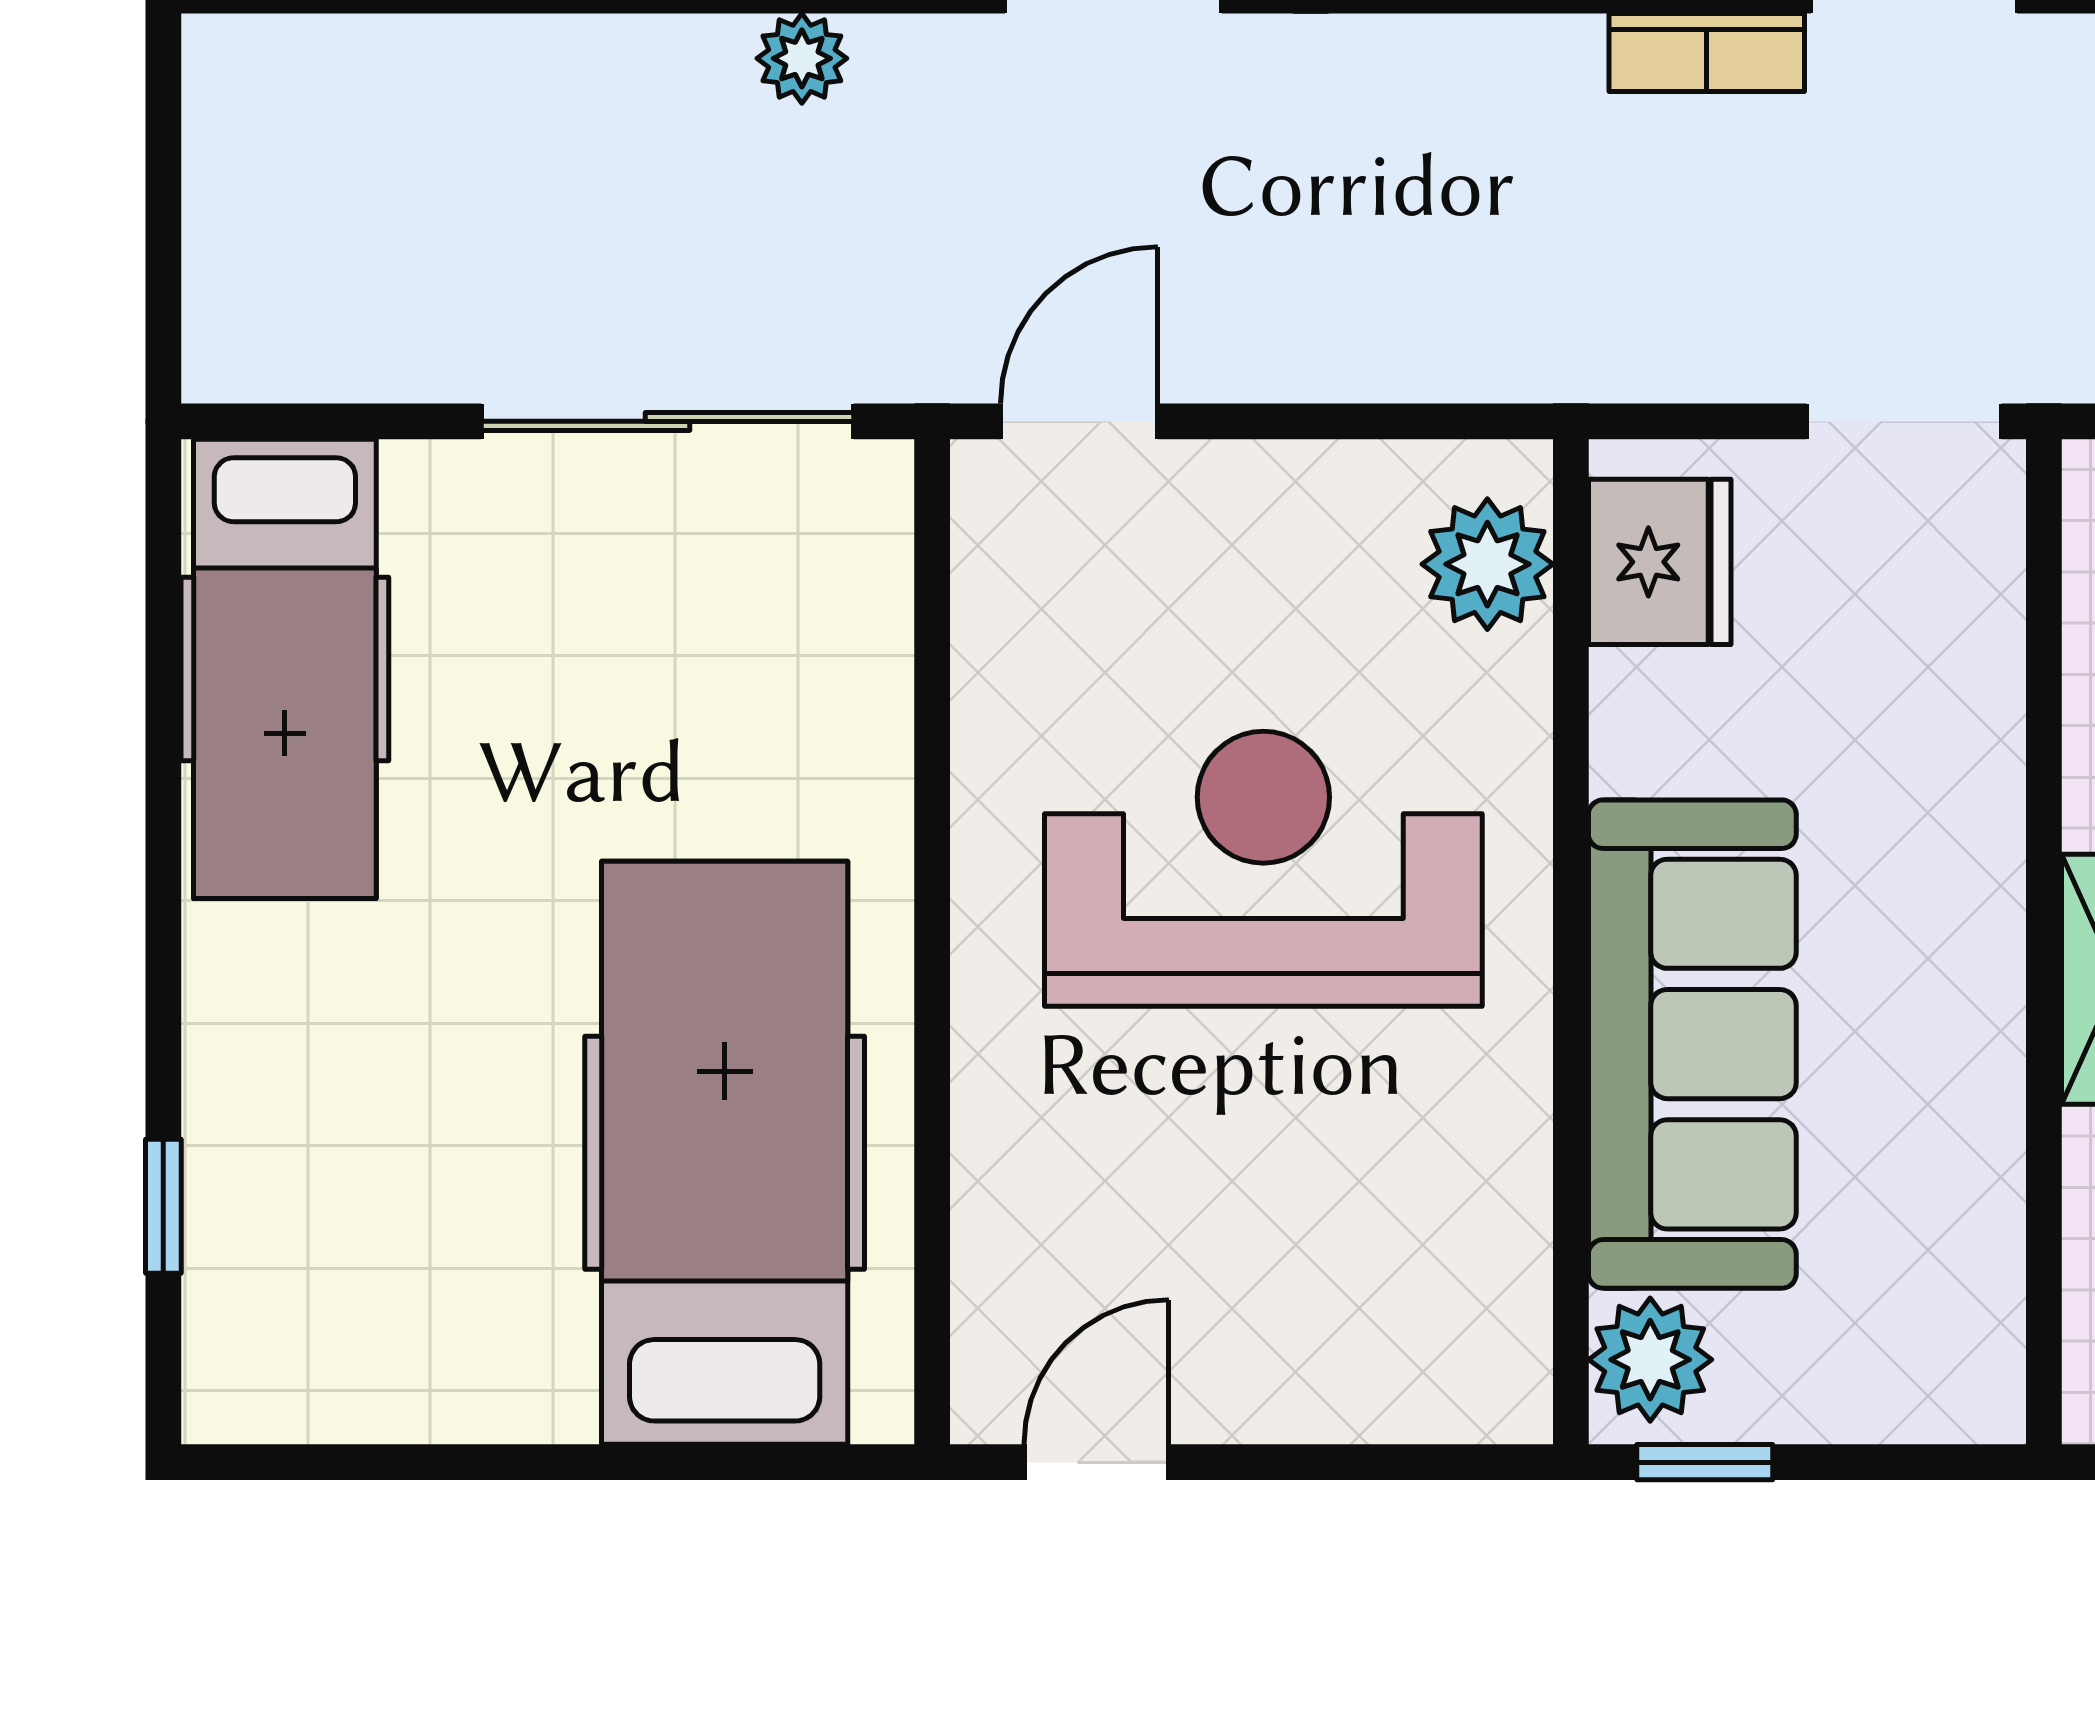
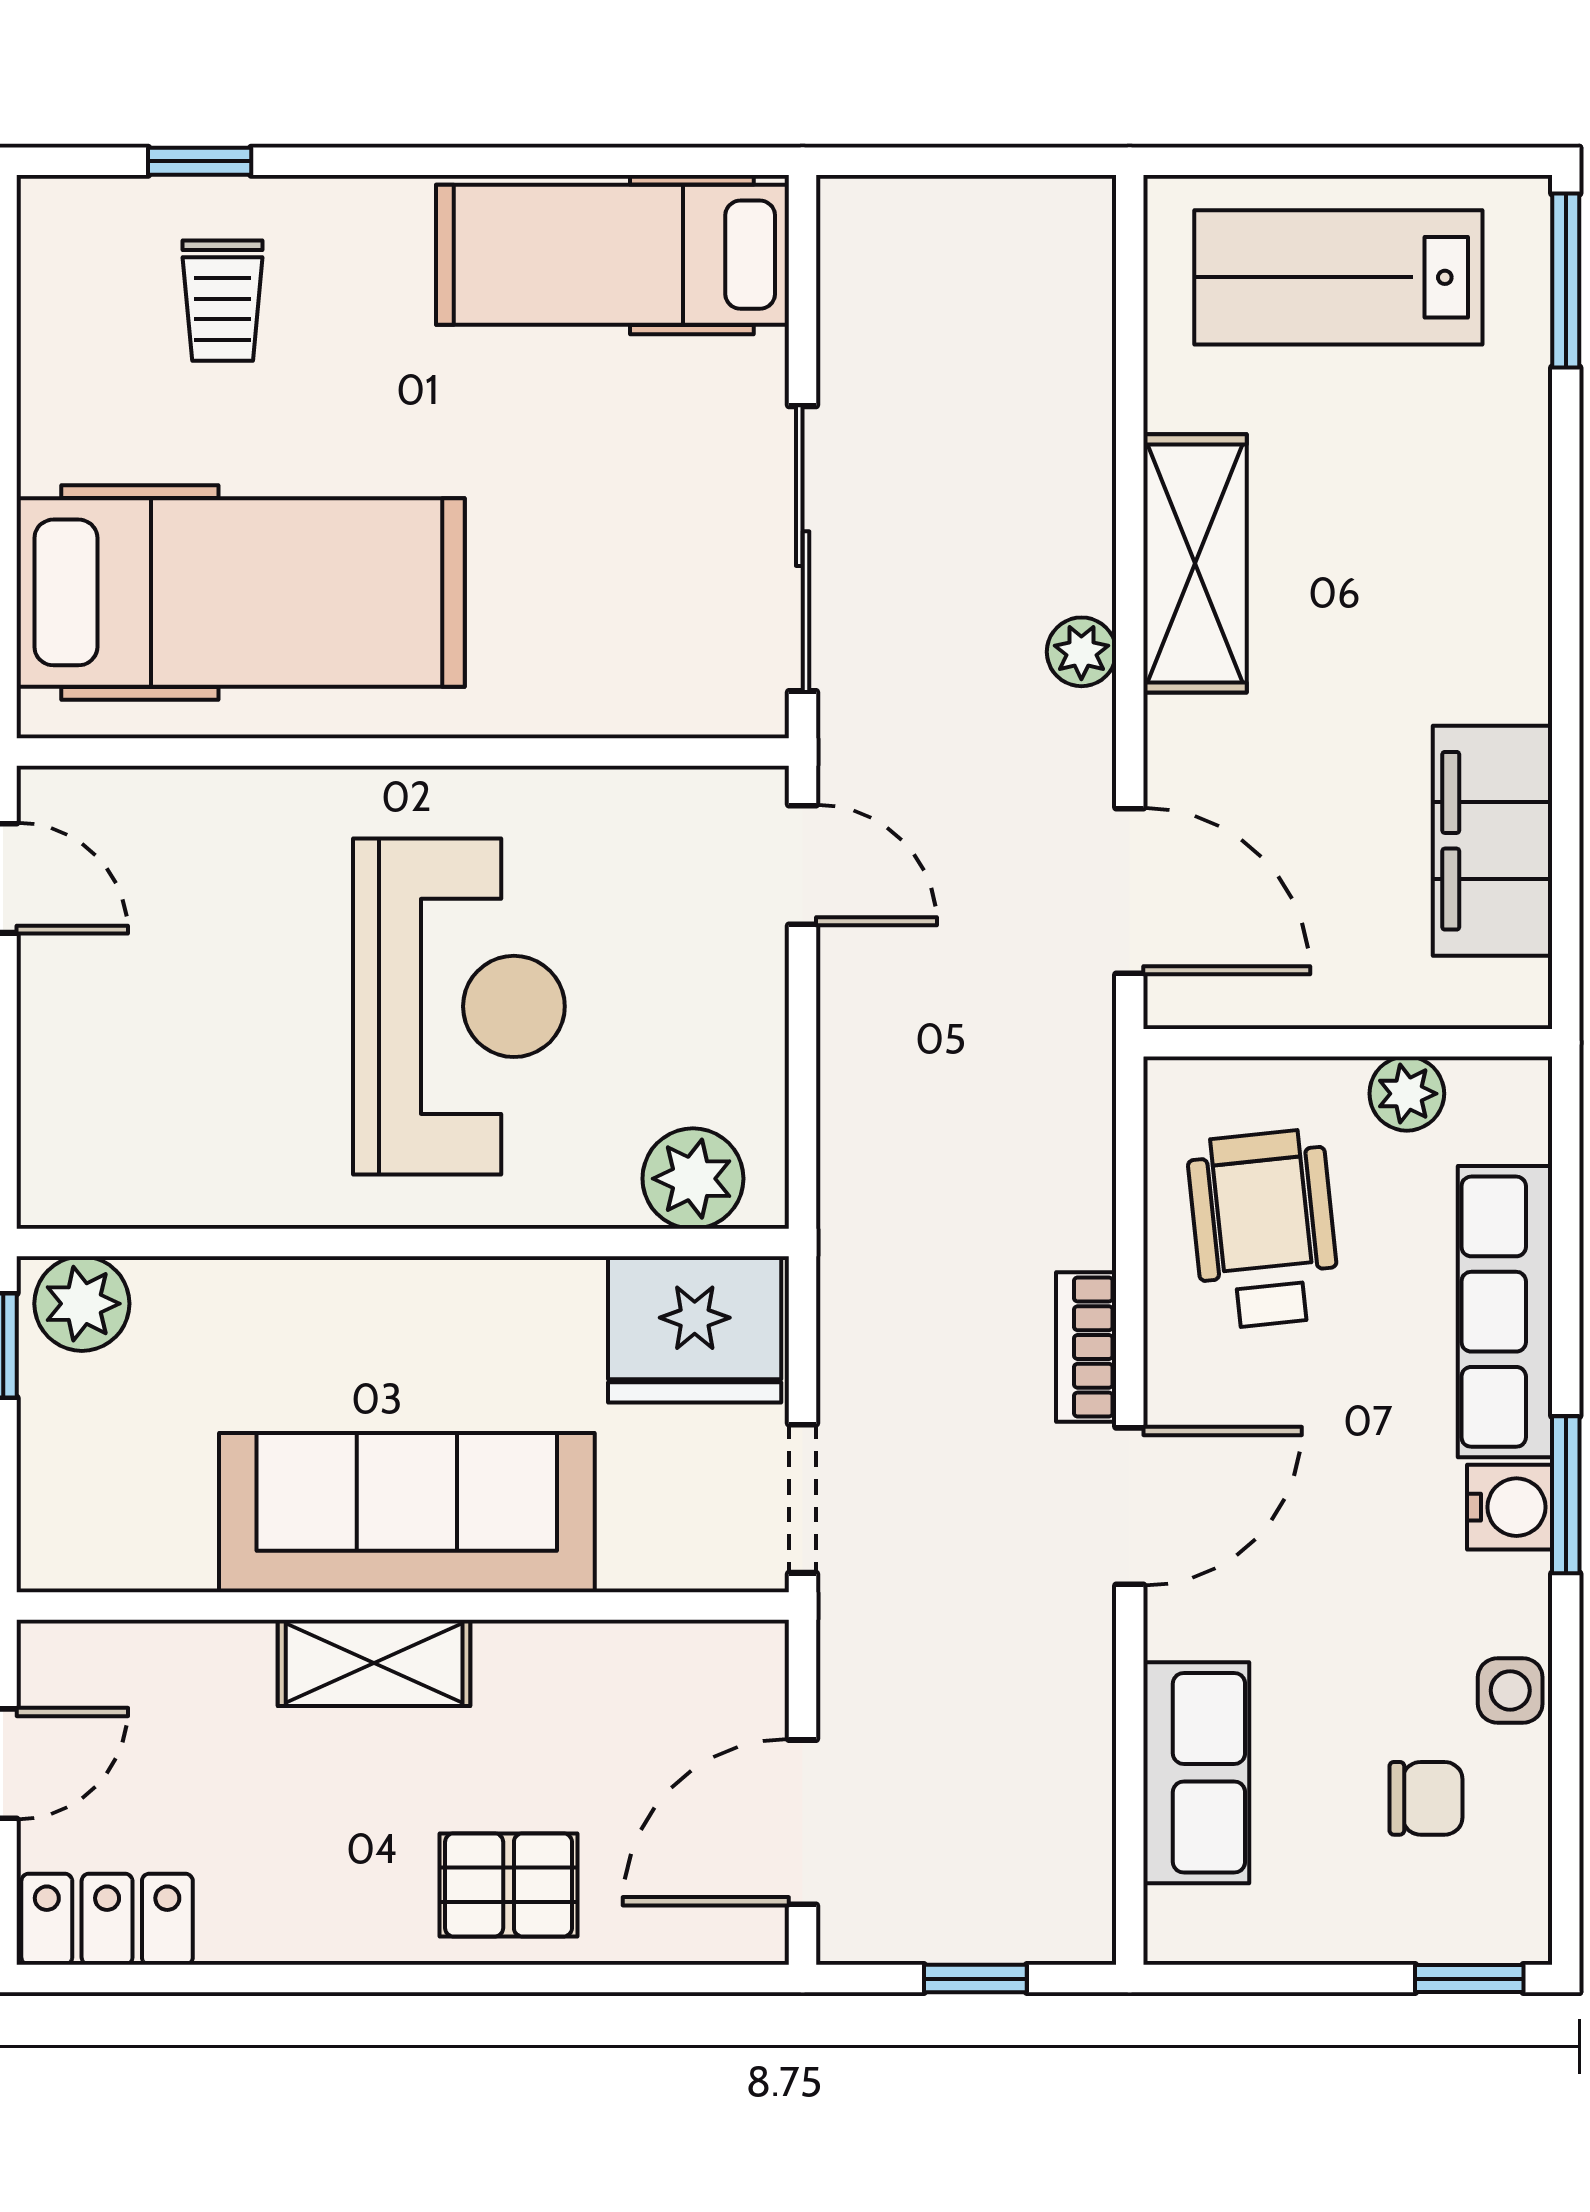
fridge: (1660, 562) -> (695, 1329), width x1.36, depth x1.34
sofa: (1692, 1044) -> (407, 1513), moved, turned 180
trolley: (345, 1176) -> (223, 301), added

